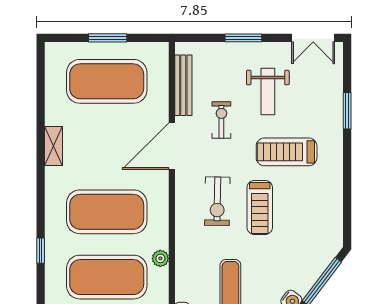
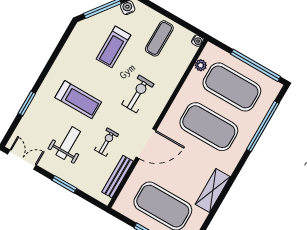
exercise bike: (221, 120) -> (107, 142), turned 180
shelving: (53, 146) -> (213, 190), width x1.50, depth x1.33
treadmill: (260, 207) -> (114, 47), moved, turned 180
window: (41, 251) -> (263, 126), width x3.17
plant: (160, 258) -> (201, 65), moved

